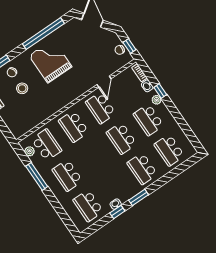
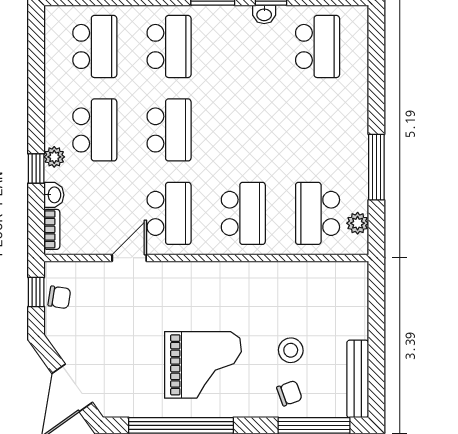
grand piano: (50, 61) -> (203, 365), turned -90
school desk: (67, 175) -> (318, 130), removed

